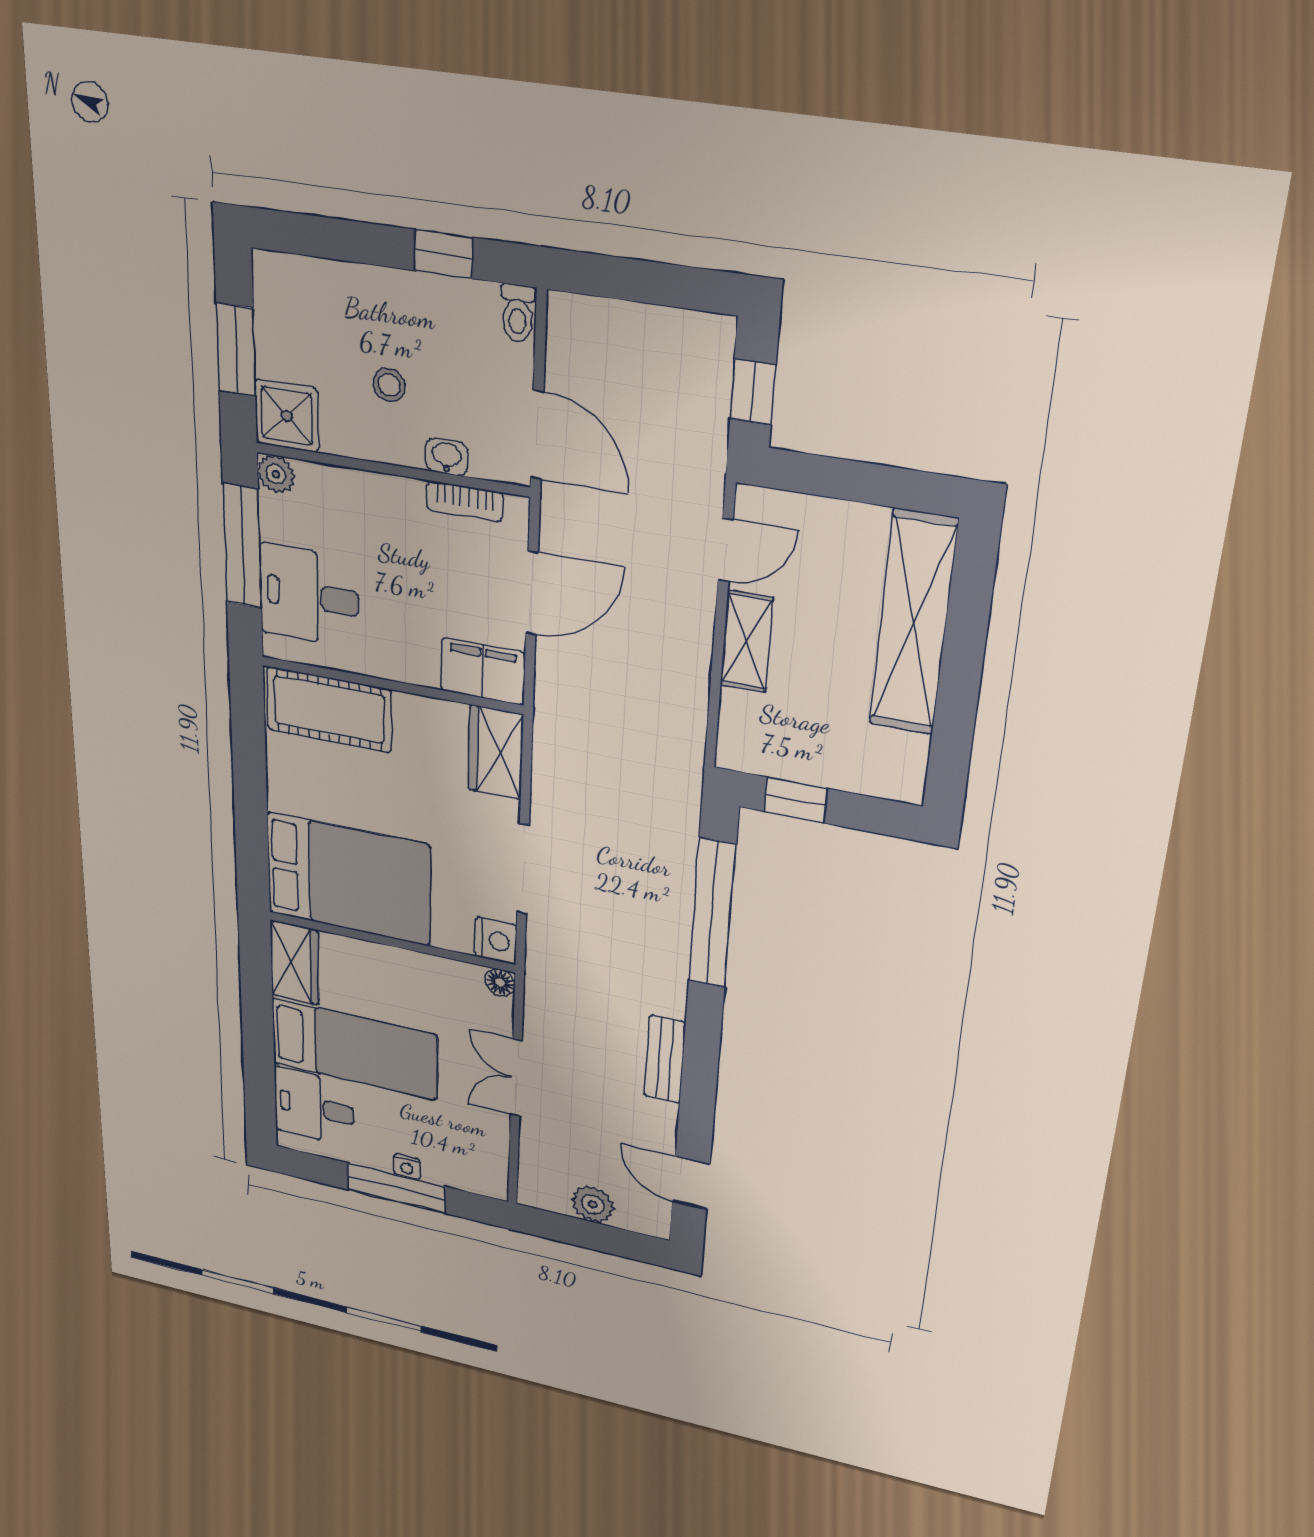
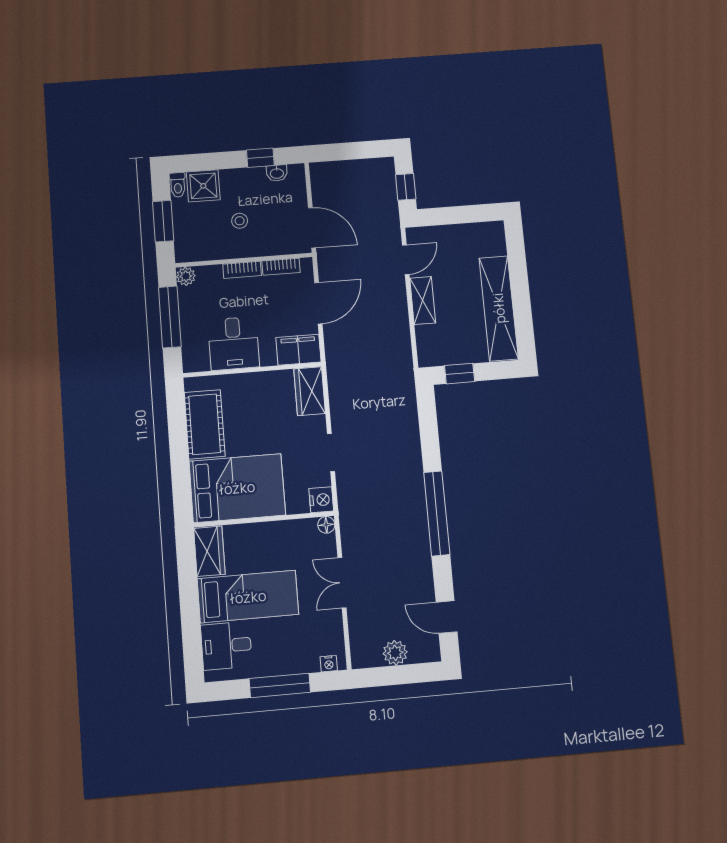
toilet: (518, 313) -> (178, 185), moved
shower: (287, 416) -> (203, 186), moved
washbasin: (447, 457) -> (277, 173), moved, turned 180
bookcase: (386, 488) -> (242, 270), added
desk: (309, 596) -> (234, 343), moved, turned -90
shelving: (913, 623) -> (499, 308), moved
cot: (329, 710) -> (205, 424), moved, turned 90
doorway: (523, 869) -> (331, 453), width x0.73
window: (712, 913) -> (437, 513), moved
bench: (665, 1059) -> (420, 542), removed
nightstand: (407, 1167) -> (329, 664), moved

